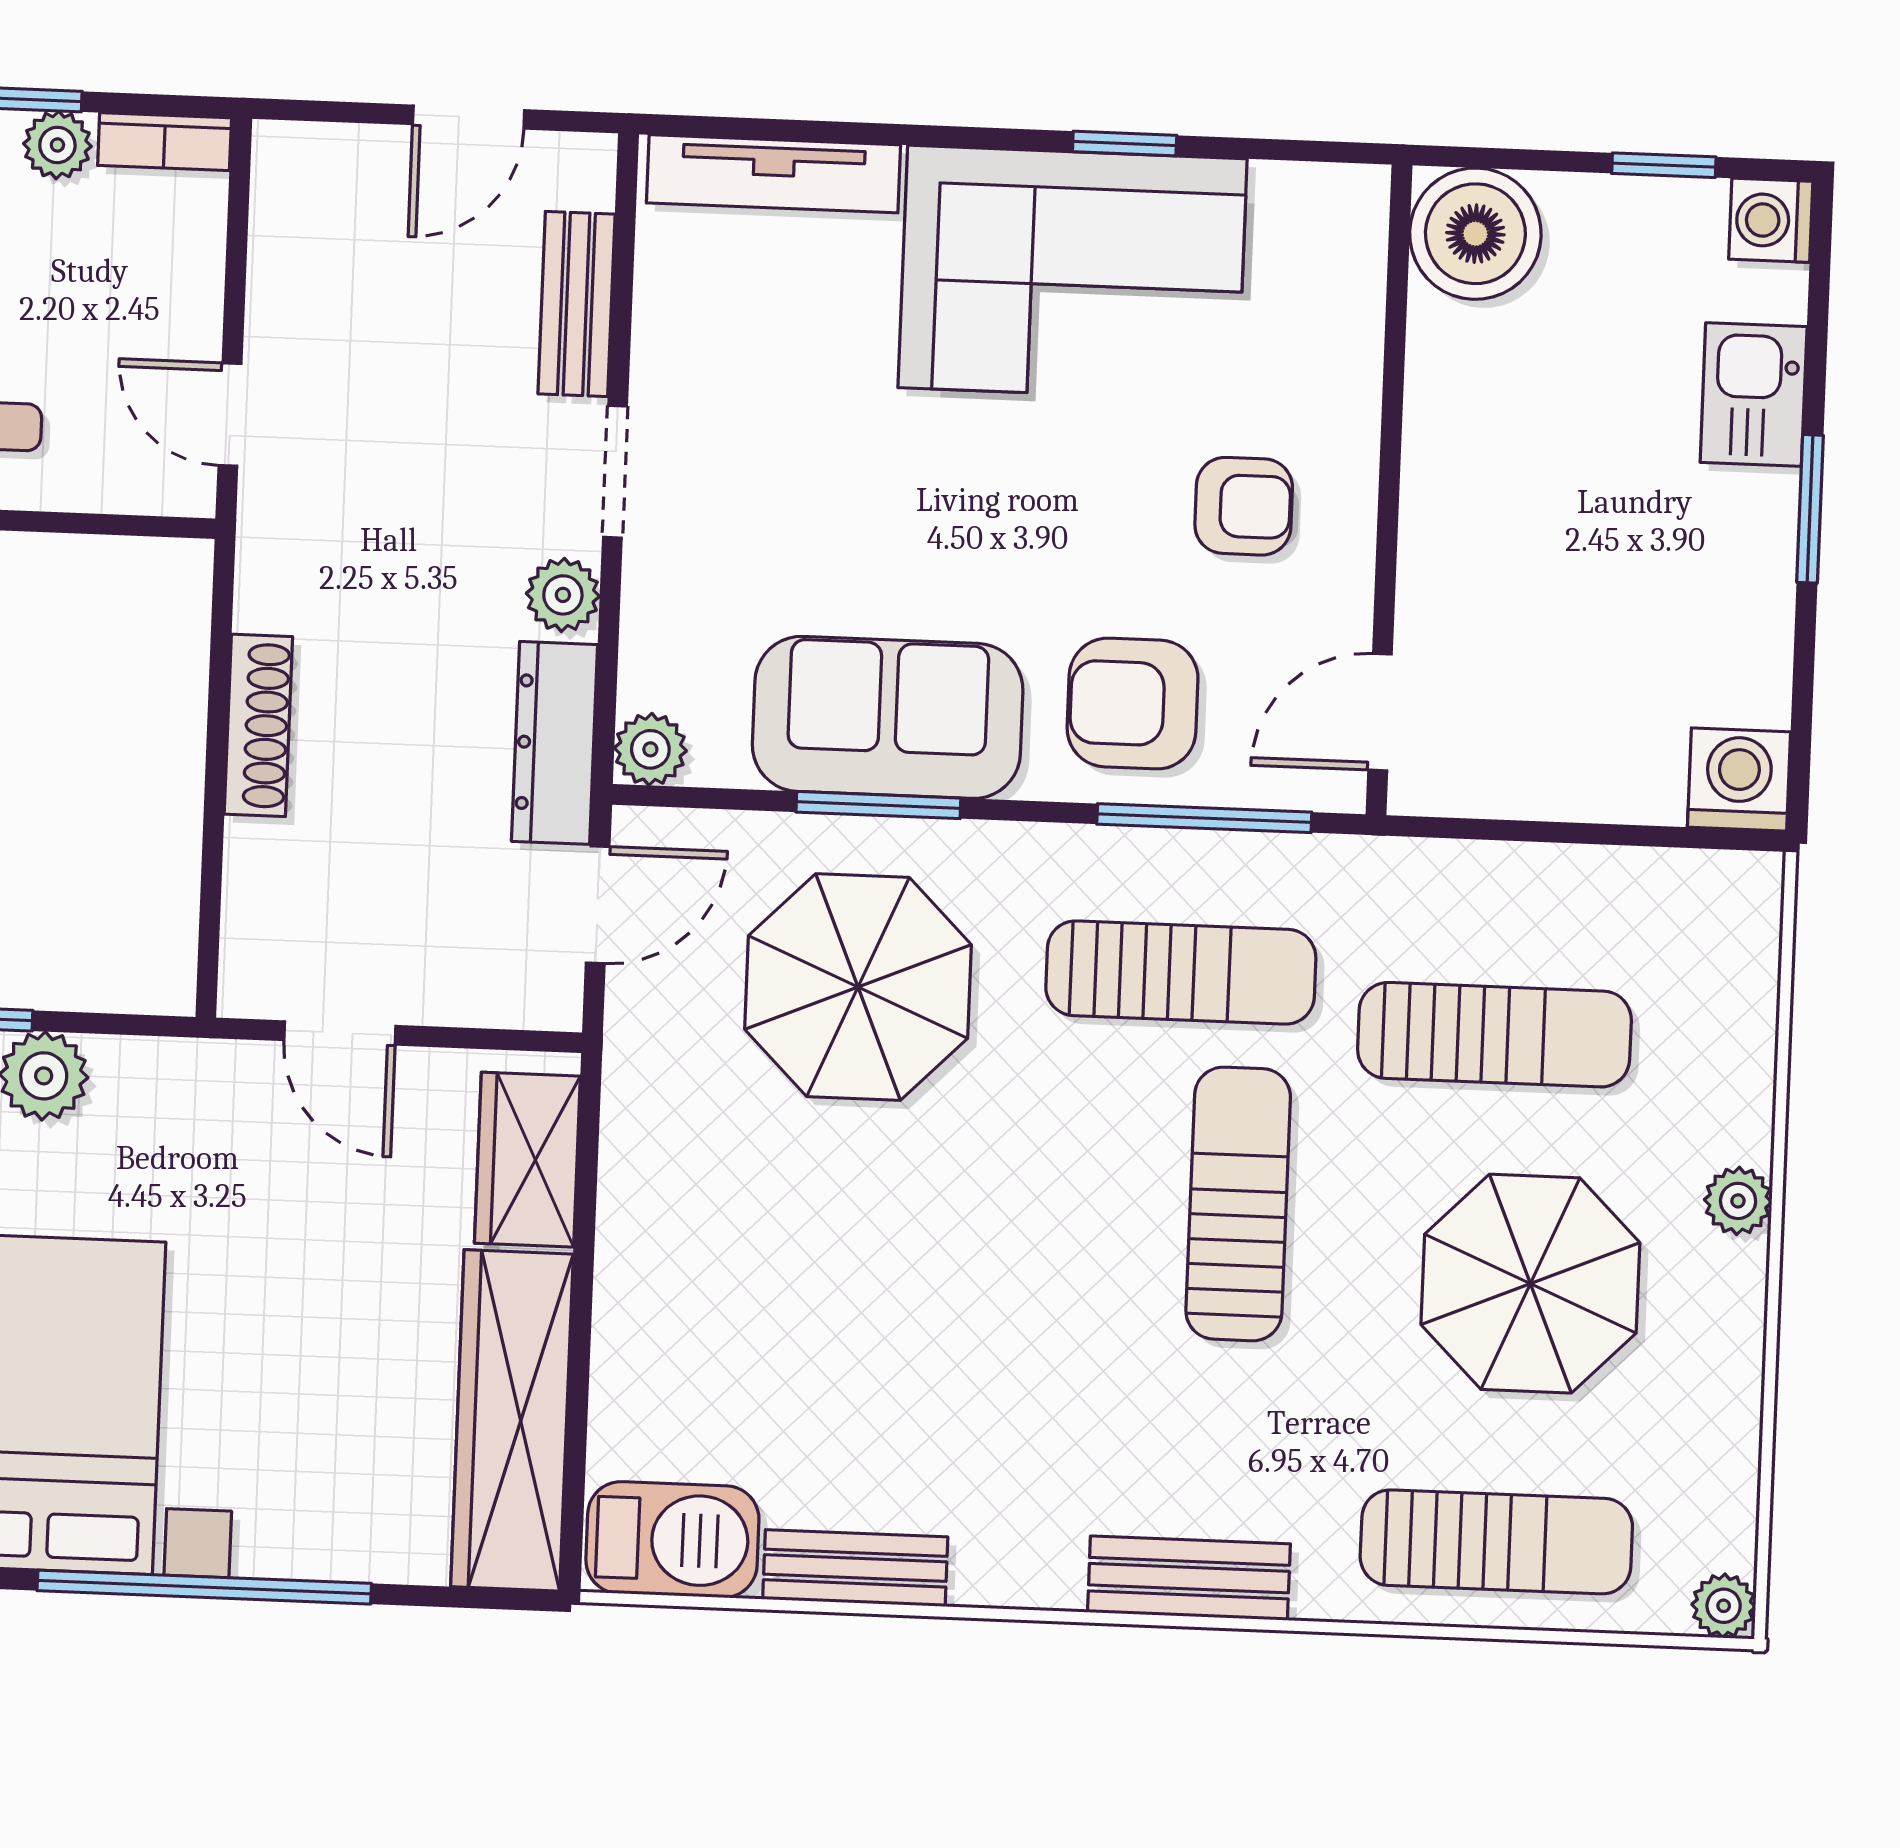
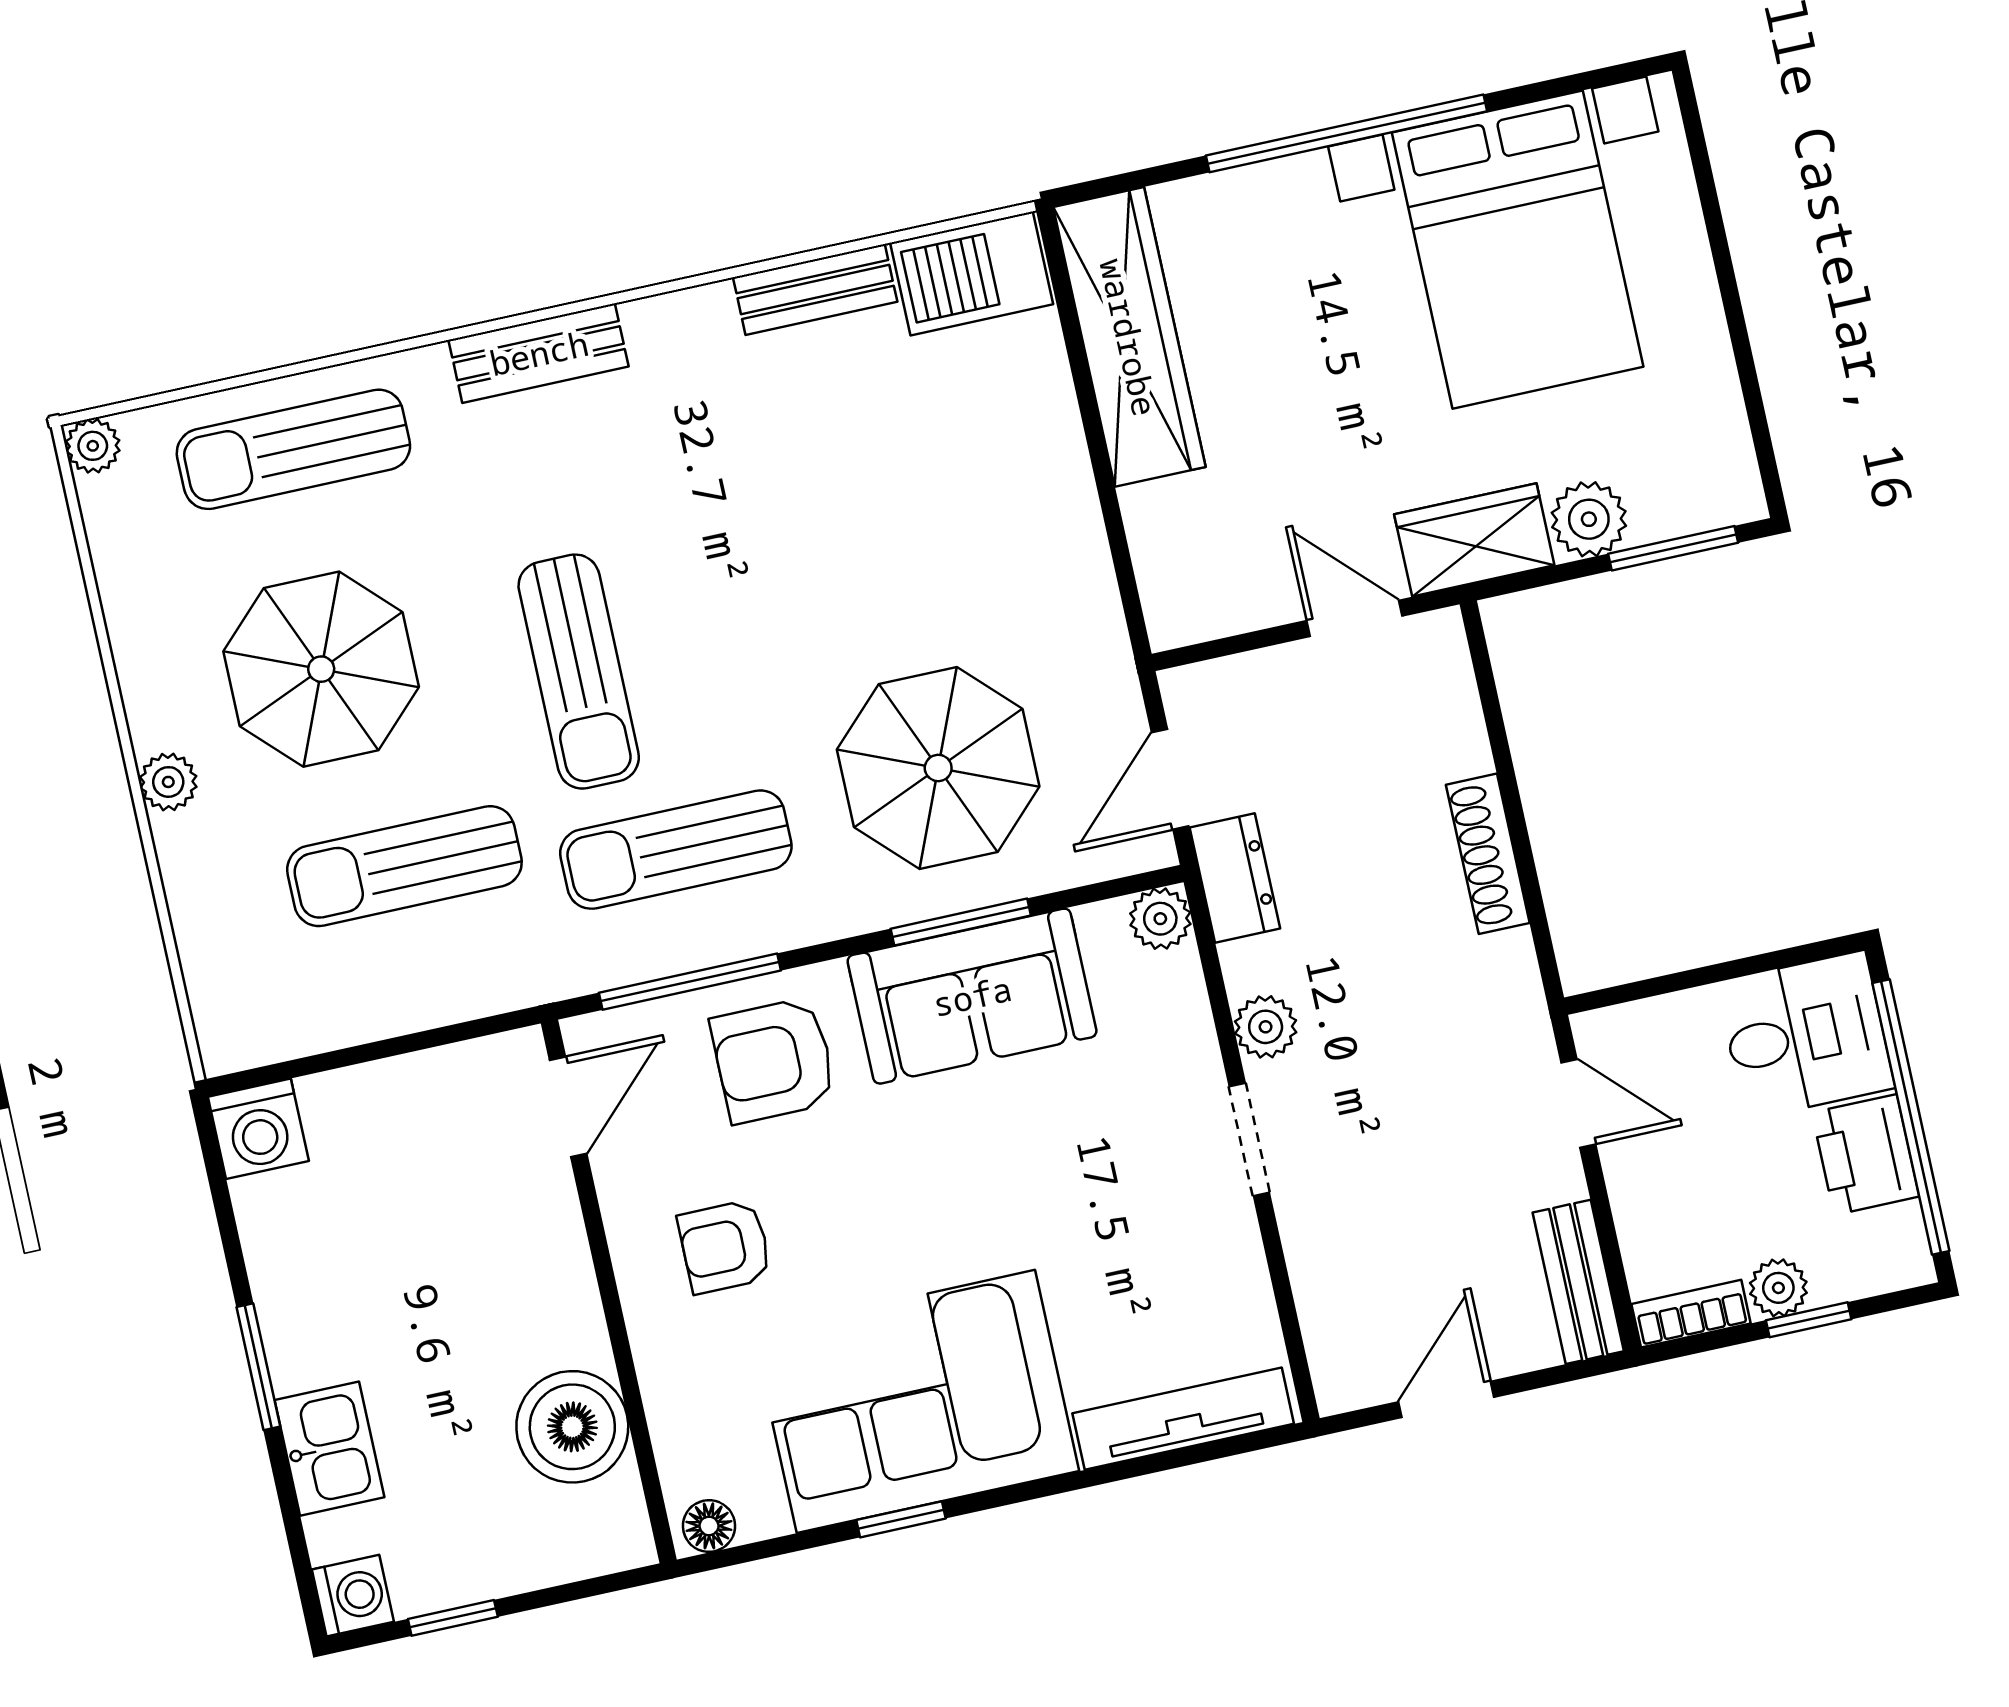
floor lamp: (1345, 193) -> (709, 1526), added
boiler: (1475, 234) -> (572, 1427), moved
bench: (576, 304) -> (1578, 1282), moved
armchair: (1133, 704) -> (774, 1060), turned 180
dresser: (555, 743) -> (1235, 878), width x0.70
wardrobe: (527, 1160) -> (1474, 540), moved, turned -90

